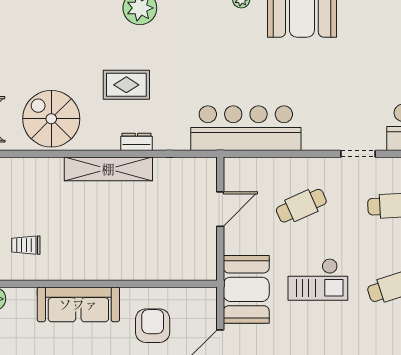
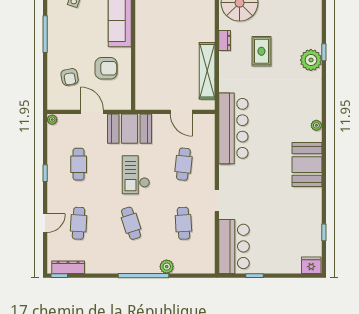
dresser: (136, 142) -> (225, 40), moved
shelving: (108, 169) -> (207, 71), moved
cafe table: (301, 206) -> (183, 164), turned 30

